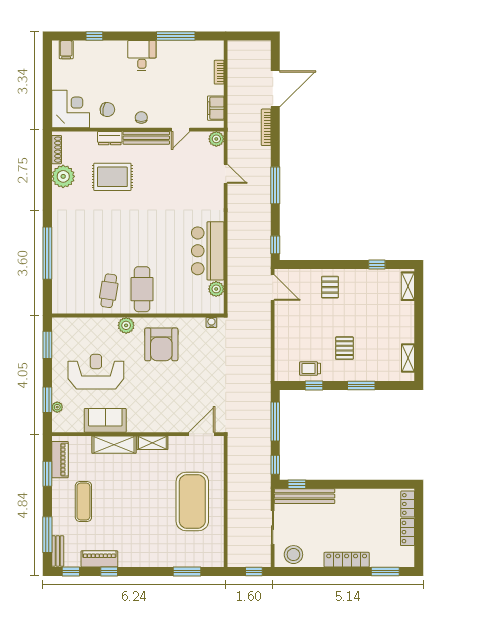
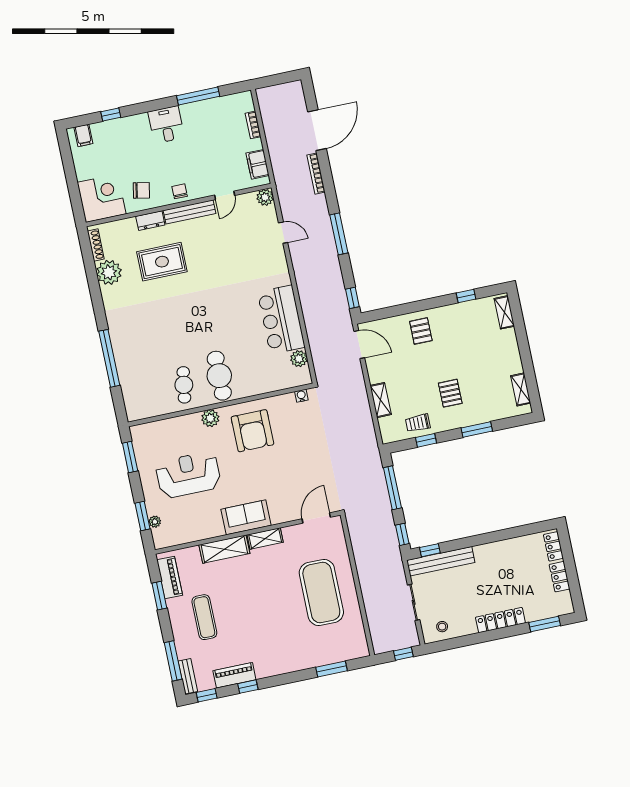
shelving: (281, 341) -> (381, 400), added
sofa: (105, 420) -> (246, 517), moved
stool: (293, 555) -> (442, 627), width x0.53, depth x0.53

